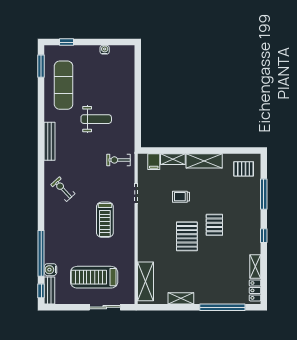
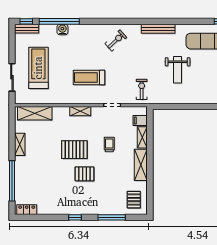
shelving: (255, 266) -> (80, 111), moved
water cooler: (50, 270) -> (62, 29), moved

